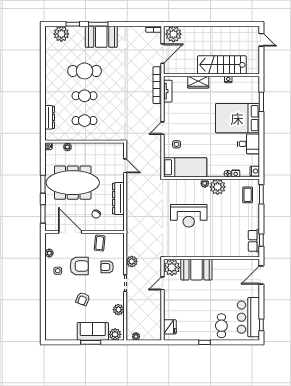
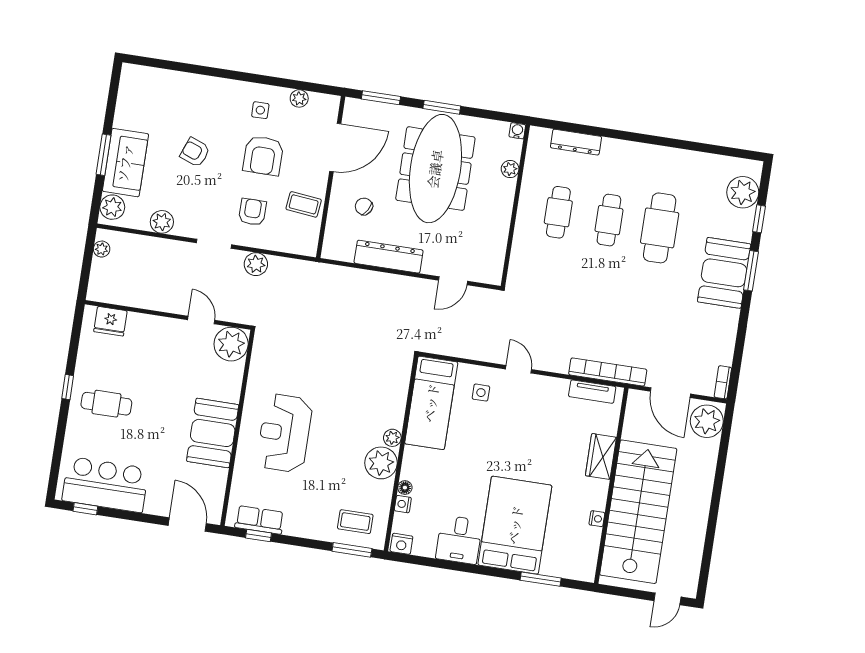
stairs: (222, 65) -> (638, 512), width x1.36, depth x1.51
reception desk: (189, 216) -> (284, 433), moved
booth: (196, 270) -> (213, 433), moved
cafe table: (221, 326) -> (106, 404), moved

